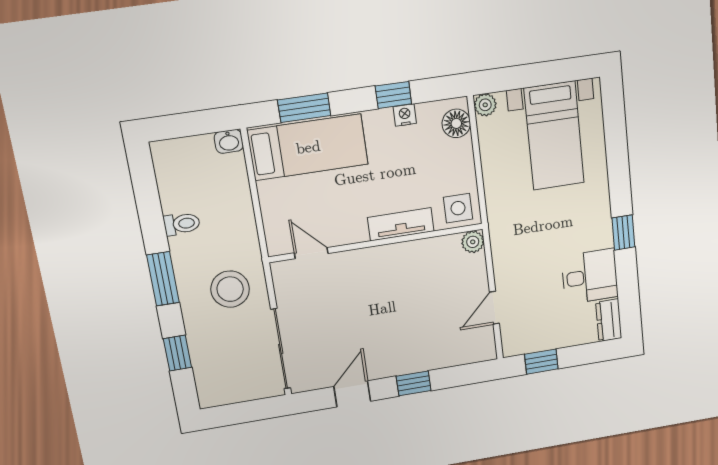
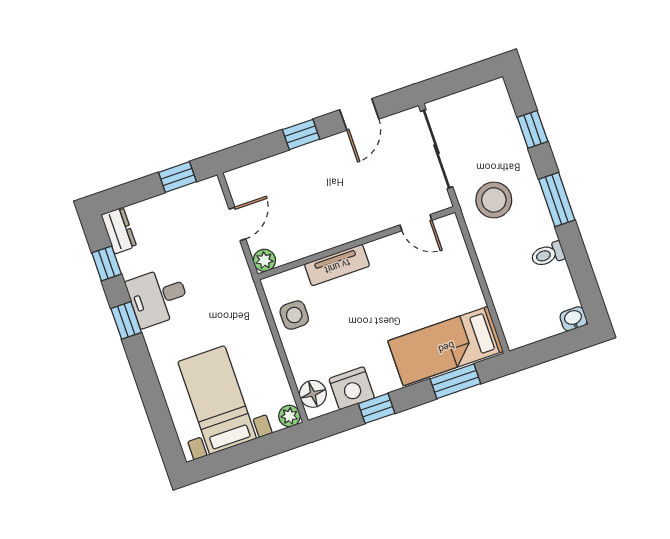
nightstand: (405, 115) -> (352, 388), width x1.89, depth x1.79
washbasin: (229, 141) -> (573, 319), moved
tv unit: (401, 224) -> (337, 265), moved
plant: (473, 242) -> (264, 260), moved
wall: (376, 243) -> (356, 243), moved
door: (311, 253) -> (416, 223), moved
desk: (590, 276) -> (158, 297), moved
window: (628, 291) -> (107, 263), added

